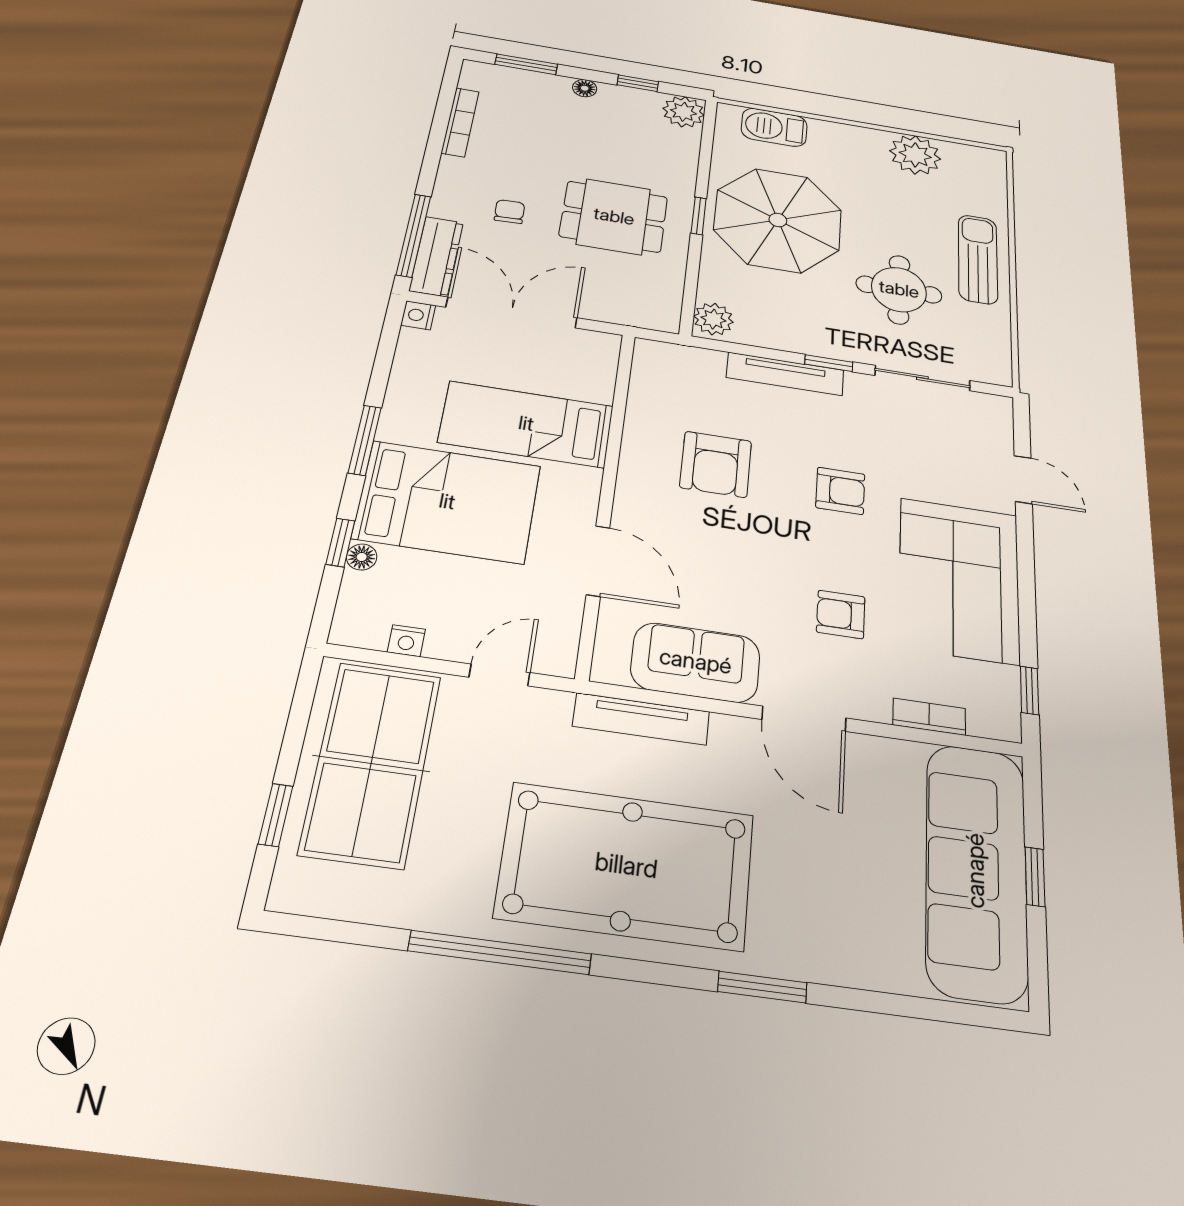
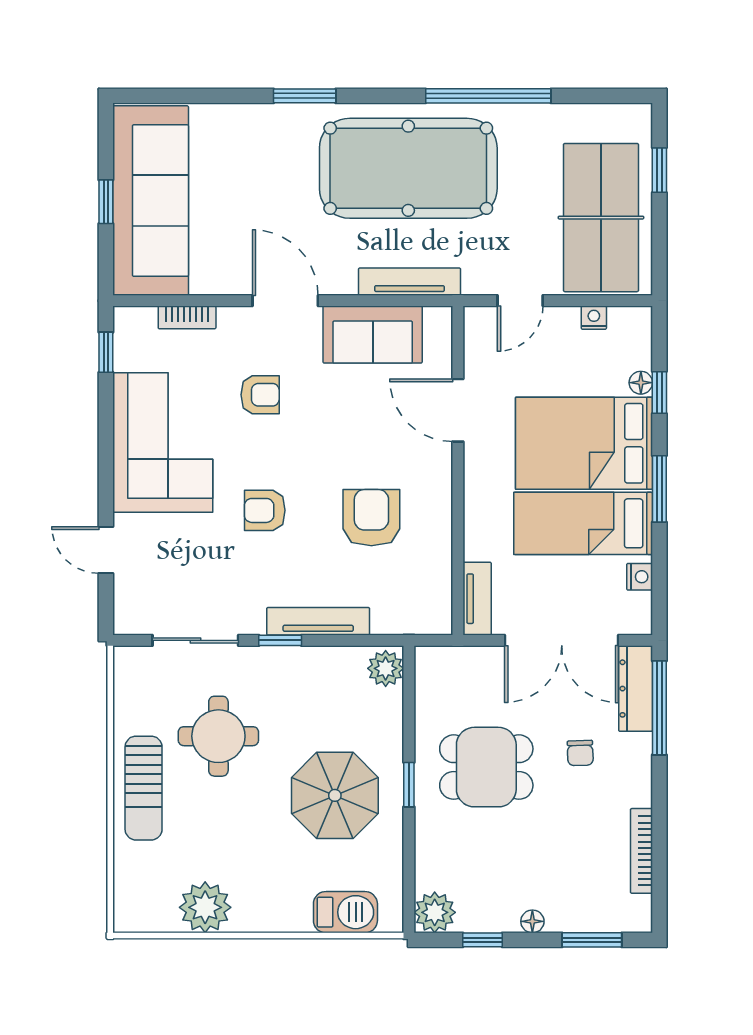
parasol: (778, 220) -> (335, 795), width x0.73, depth x0.73
nightstand: (418, 315) -> (640, 577), moved
tv unit: (602, 366) -> (477, 599), added
bed: (526, 424) -> (583, 523), moved, turned 180

